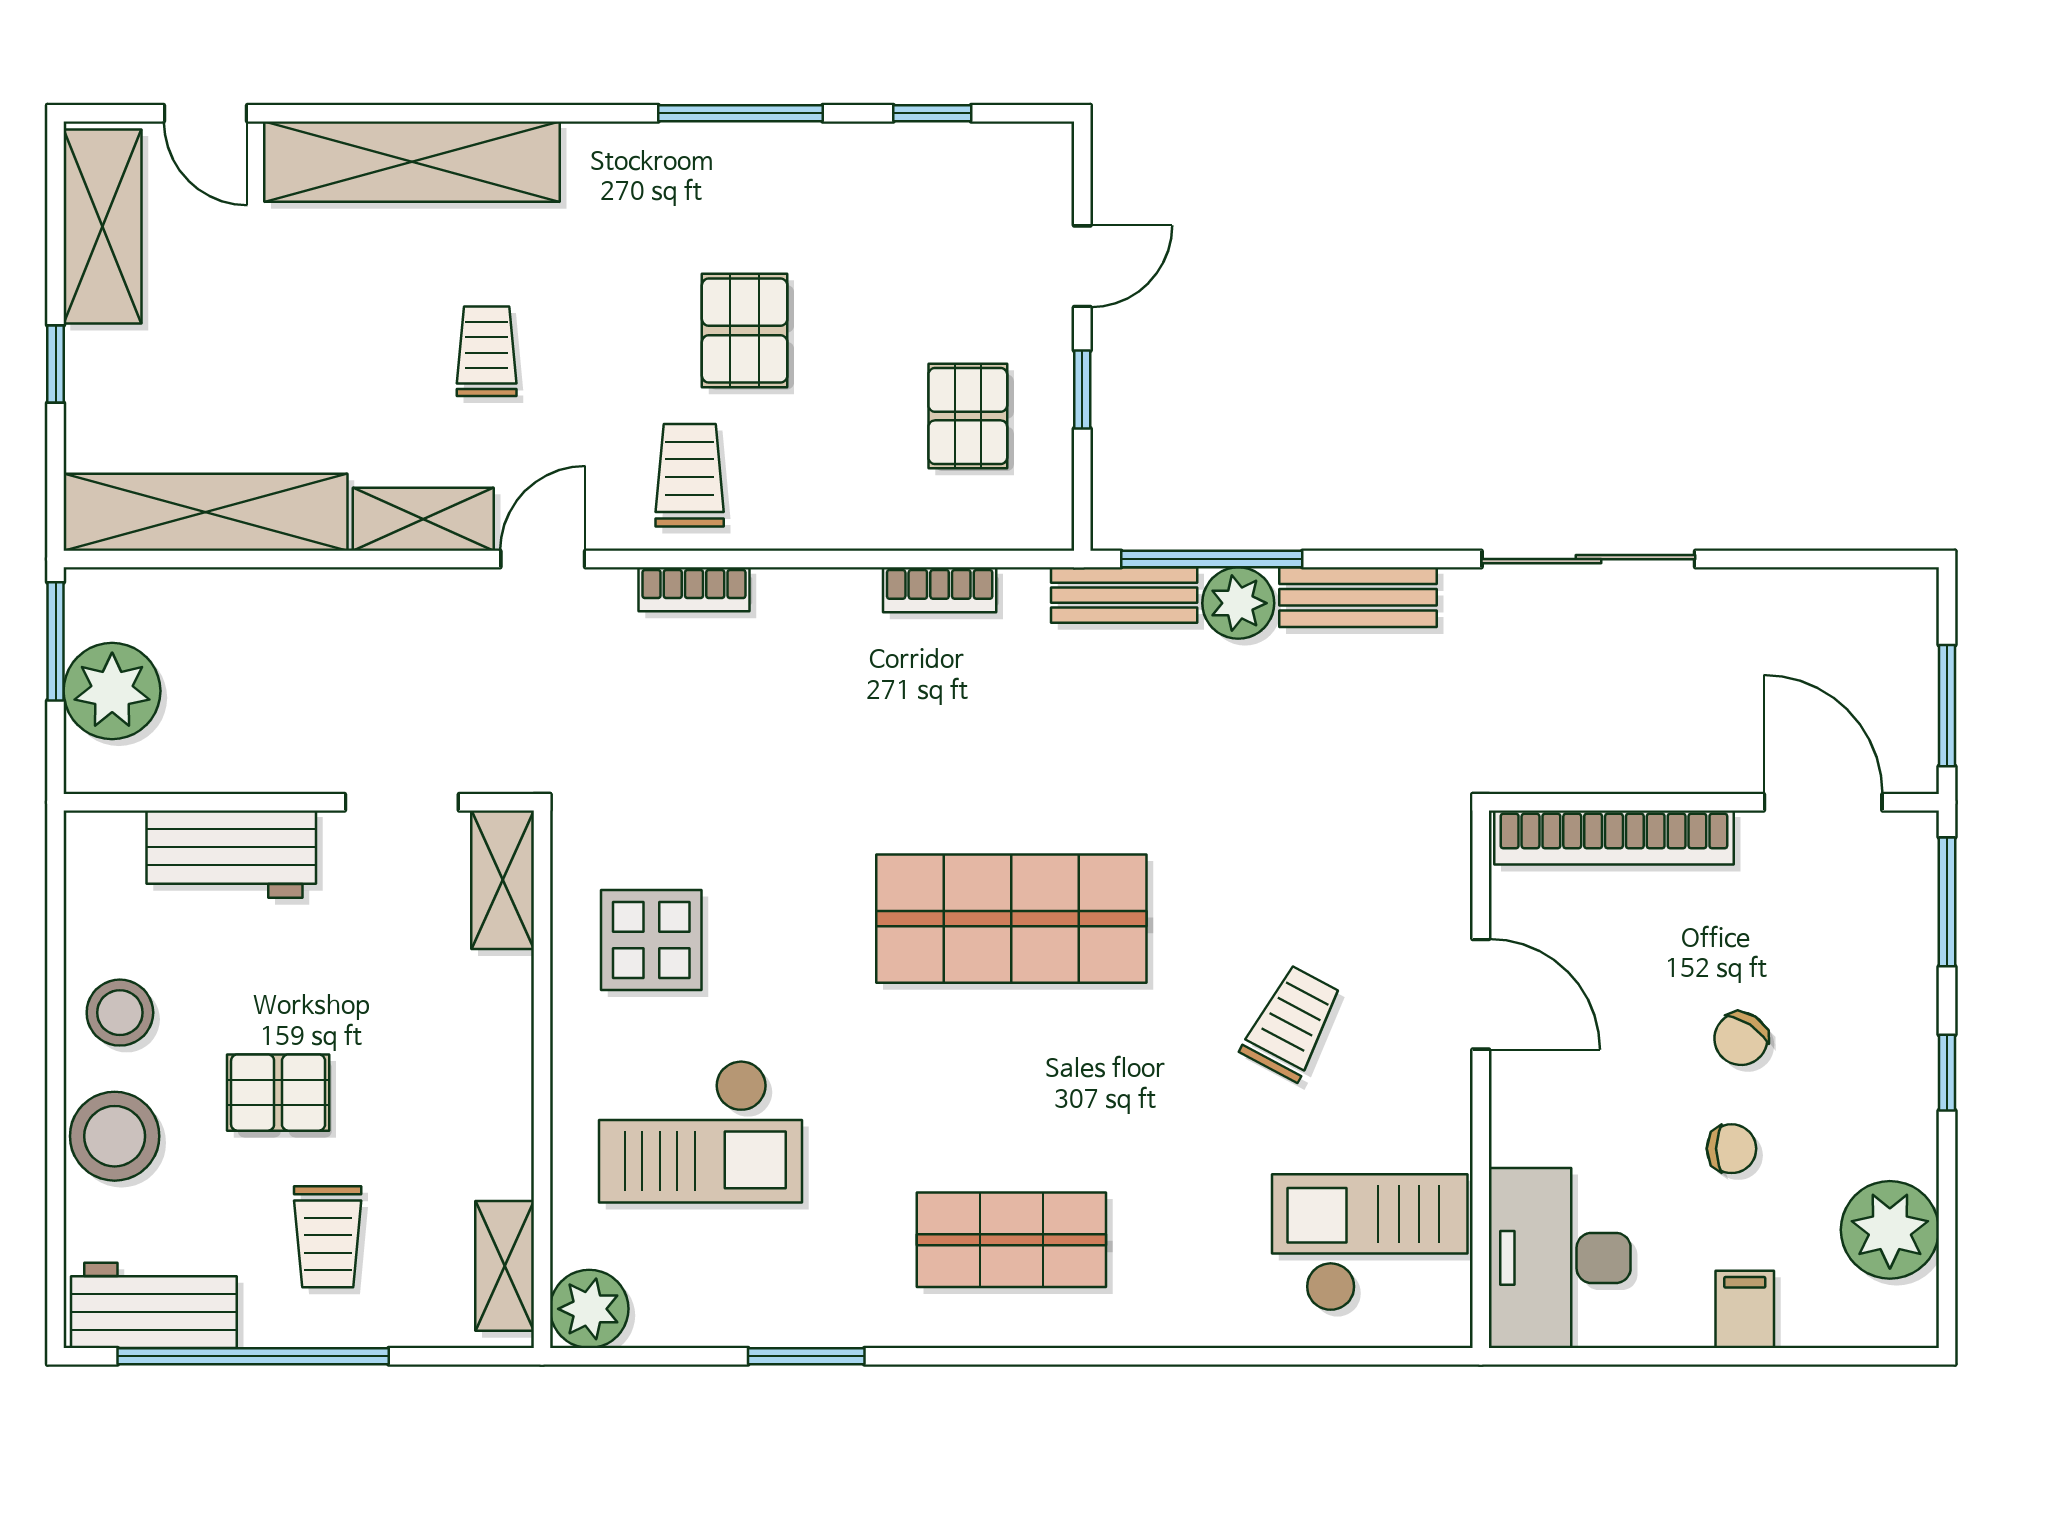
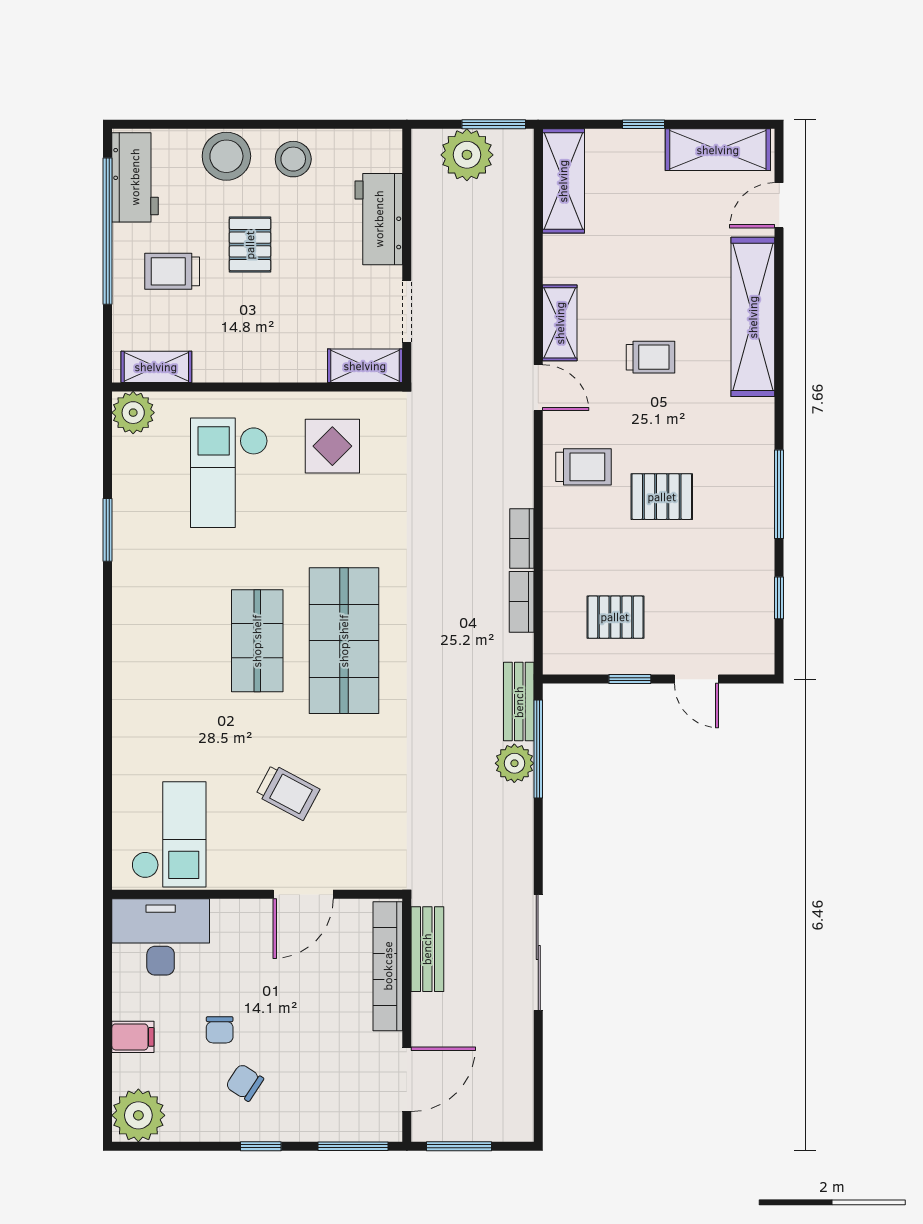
shelving: (206, 512) -> (563, 181), width x0.68
bookcase: (694, 589) -> (522, 539), moved
bench: (1358, 597) -> (427, 949), moved
chair: (1741, 1039) -> (245, 1083), moved
plant: (1890, 1230) -> (138, 1115), moved
shop shelf: (1011, 1240) -> (257, 641), moved

